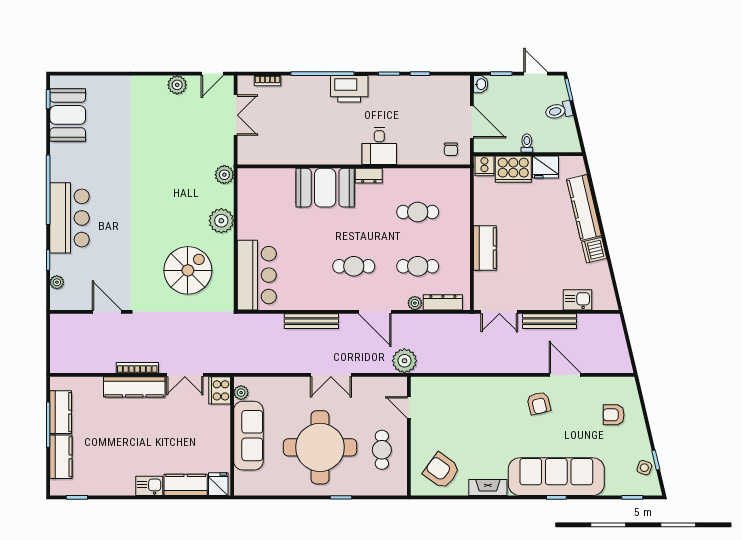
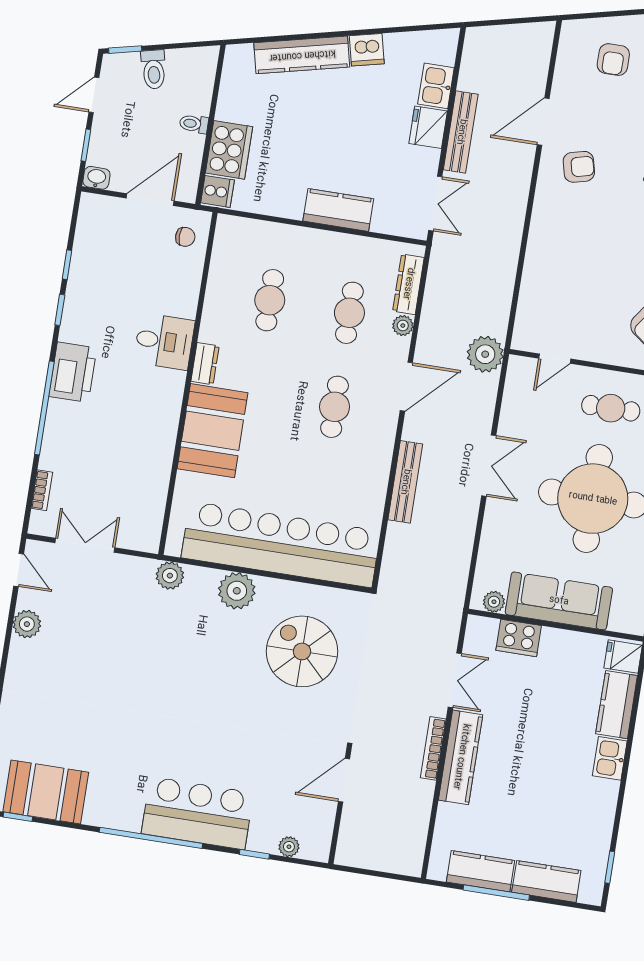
fridge: (545, 167) -> (428, 127), moved, turned 180
bar counter: (257, 275) -> (281, 544), width x1.86
cooker: (220, 390) -> (519, 638), moved

